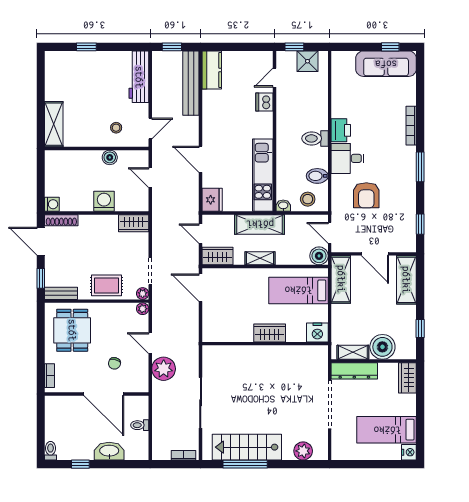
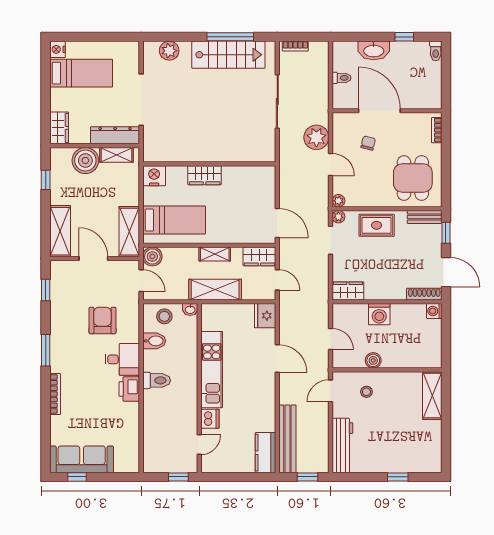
shower: (307, 61) -> (164, 462), removed
kitchen unit: (263, 175) -> (212, 370), moved

